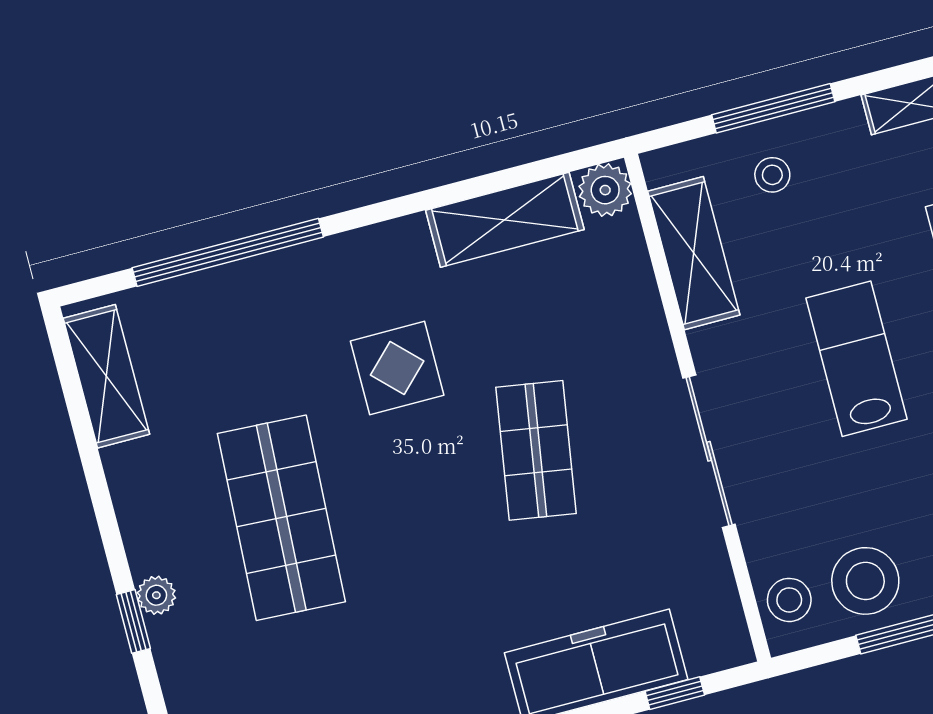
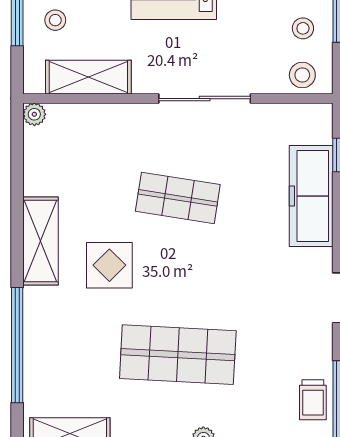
plant: (605, 190) -> (34, 114), width x0.73, depth x0.73
shelving: (505, 220) -> (40, 241), moved
stool: (865, 581) -> (303, 28), width x0.53, depth x0.53

